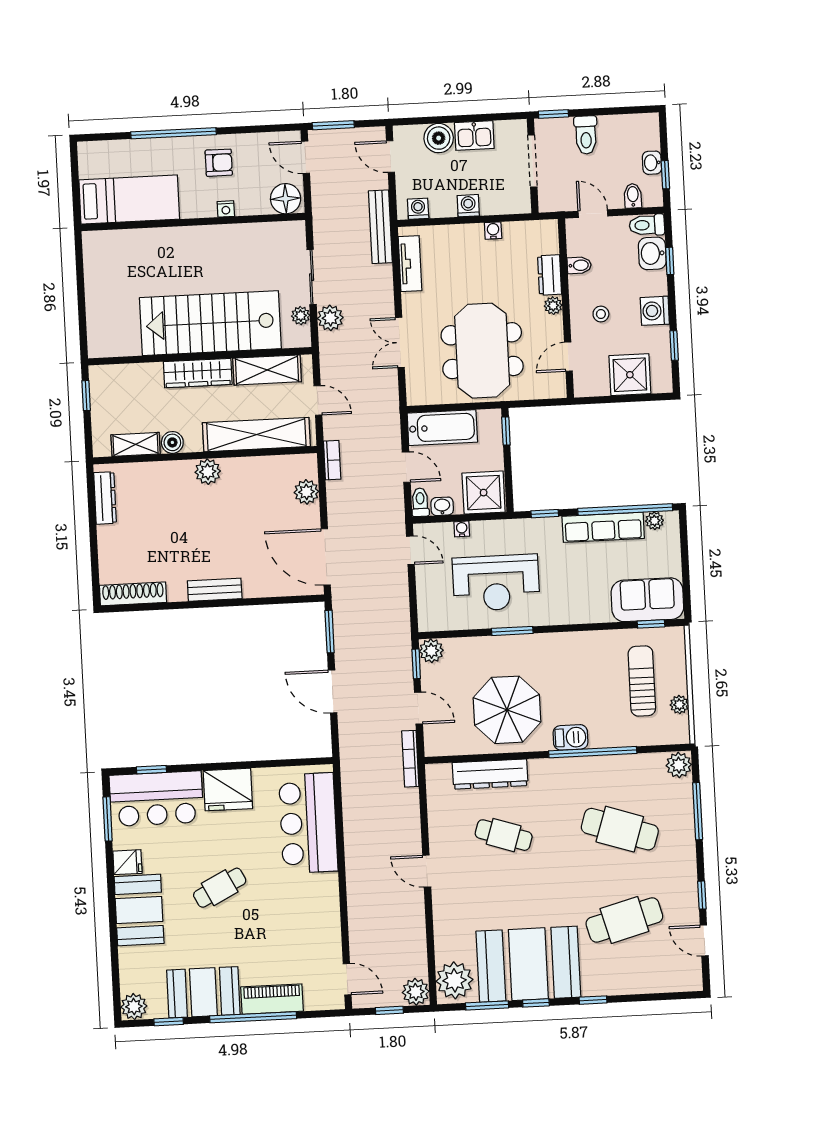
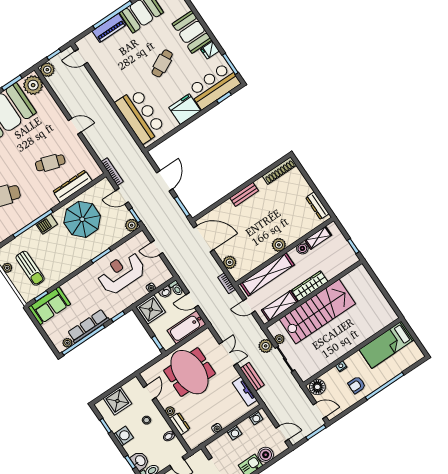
bench: (380, 227) -> (252, 377), moved, width x0.73
door: (410, 550) -> (157, 248), moved
door: (333, 691) -> (165, 181), hinge flipped

